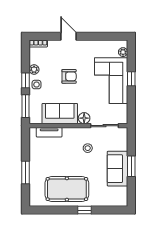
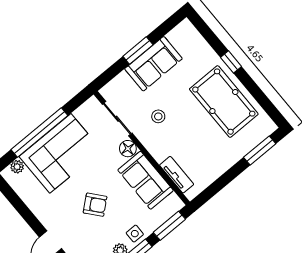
armchair: (69, 76) -> (95, 205), turned 140
window: (131, 79) -> (39, 132), width x3.17
window: (26, 173) -> (260, 151), moved

